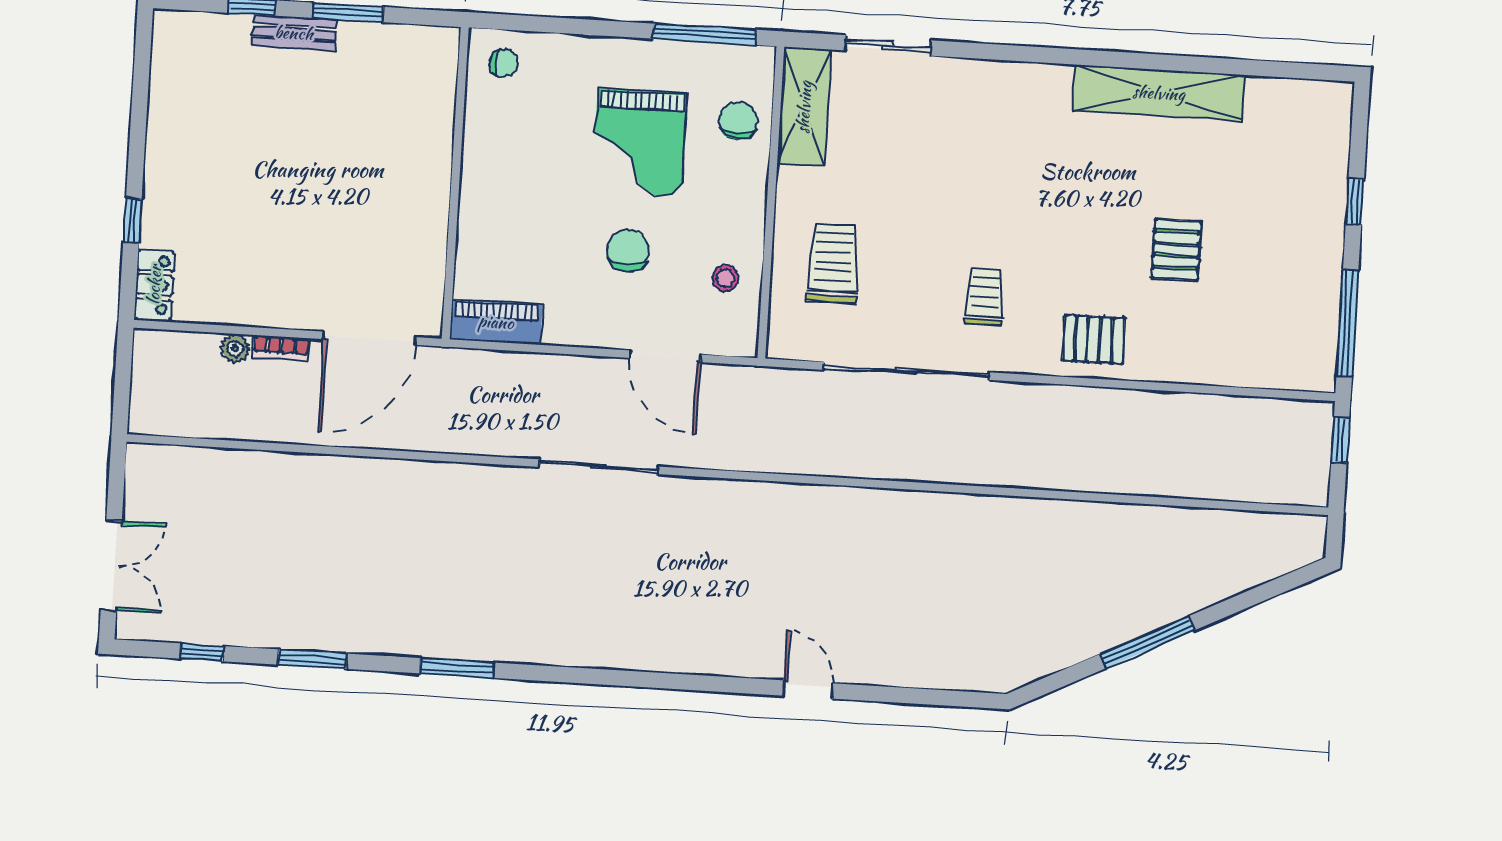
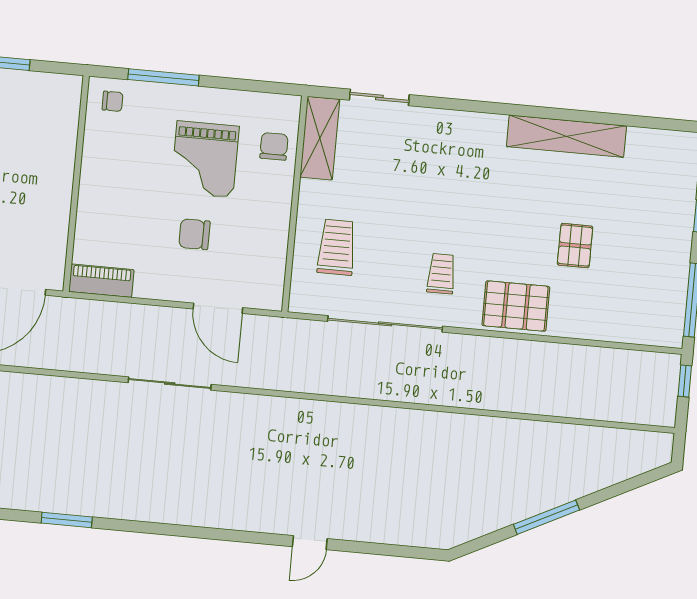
window: (704, 34) -> (163, 77), moved
chair: (628, 251) -> (194, 234), turned -90
stool: (725, 278) -> (261, 256), removed
pallet: (1094, 340) -> (516, 306), width x1.50, depth x1.42
door: (808, 689) -> (310, 543), swing flipped

